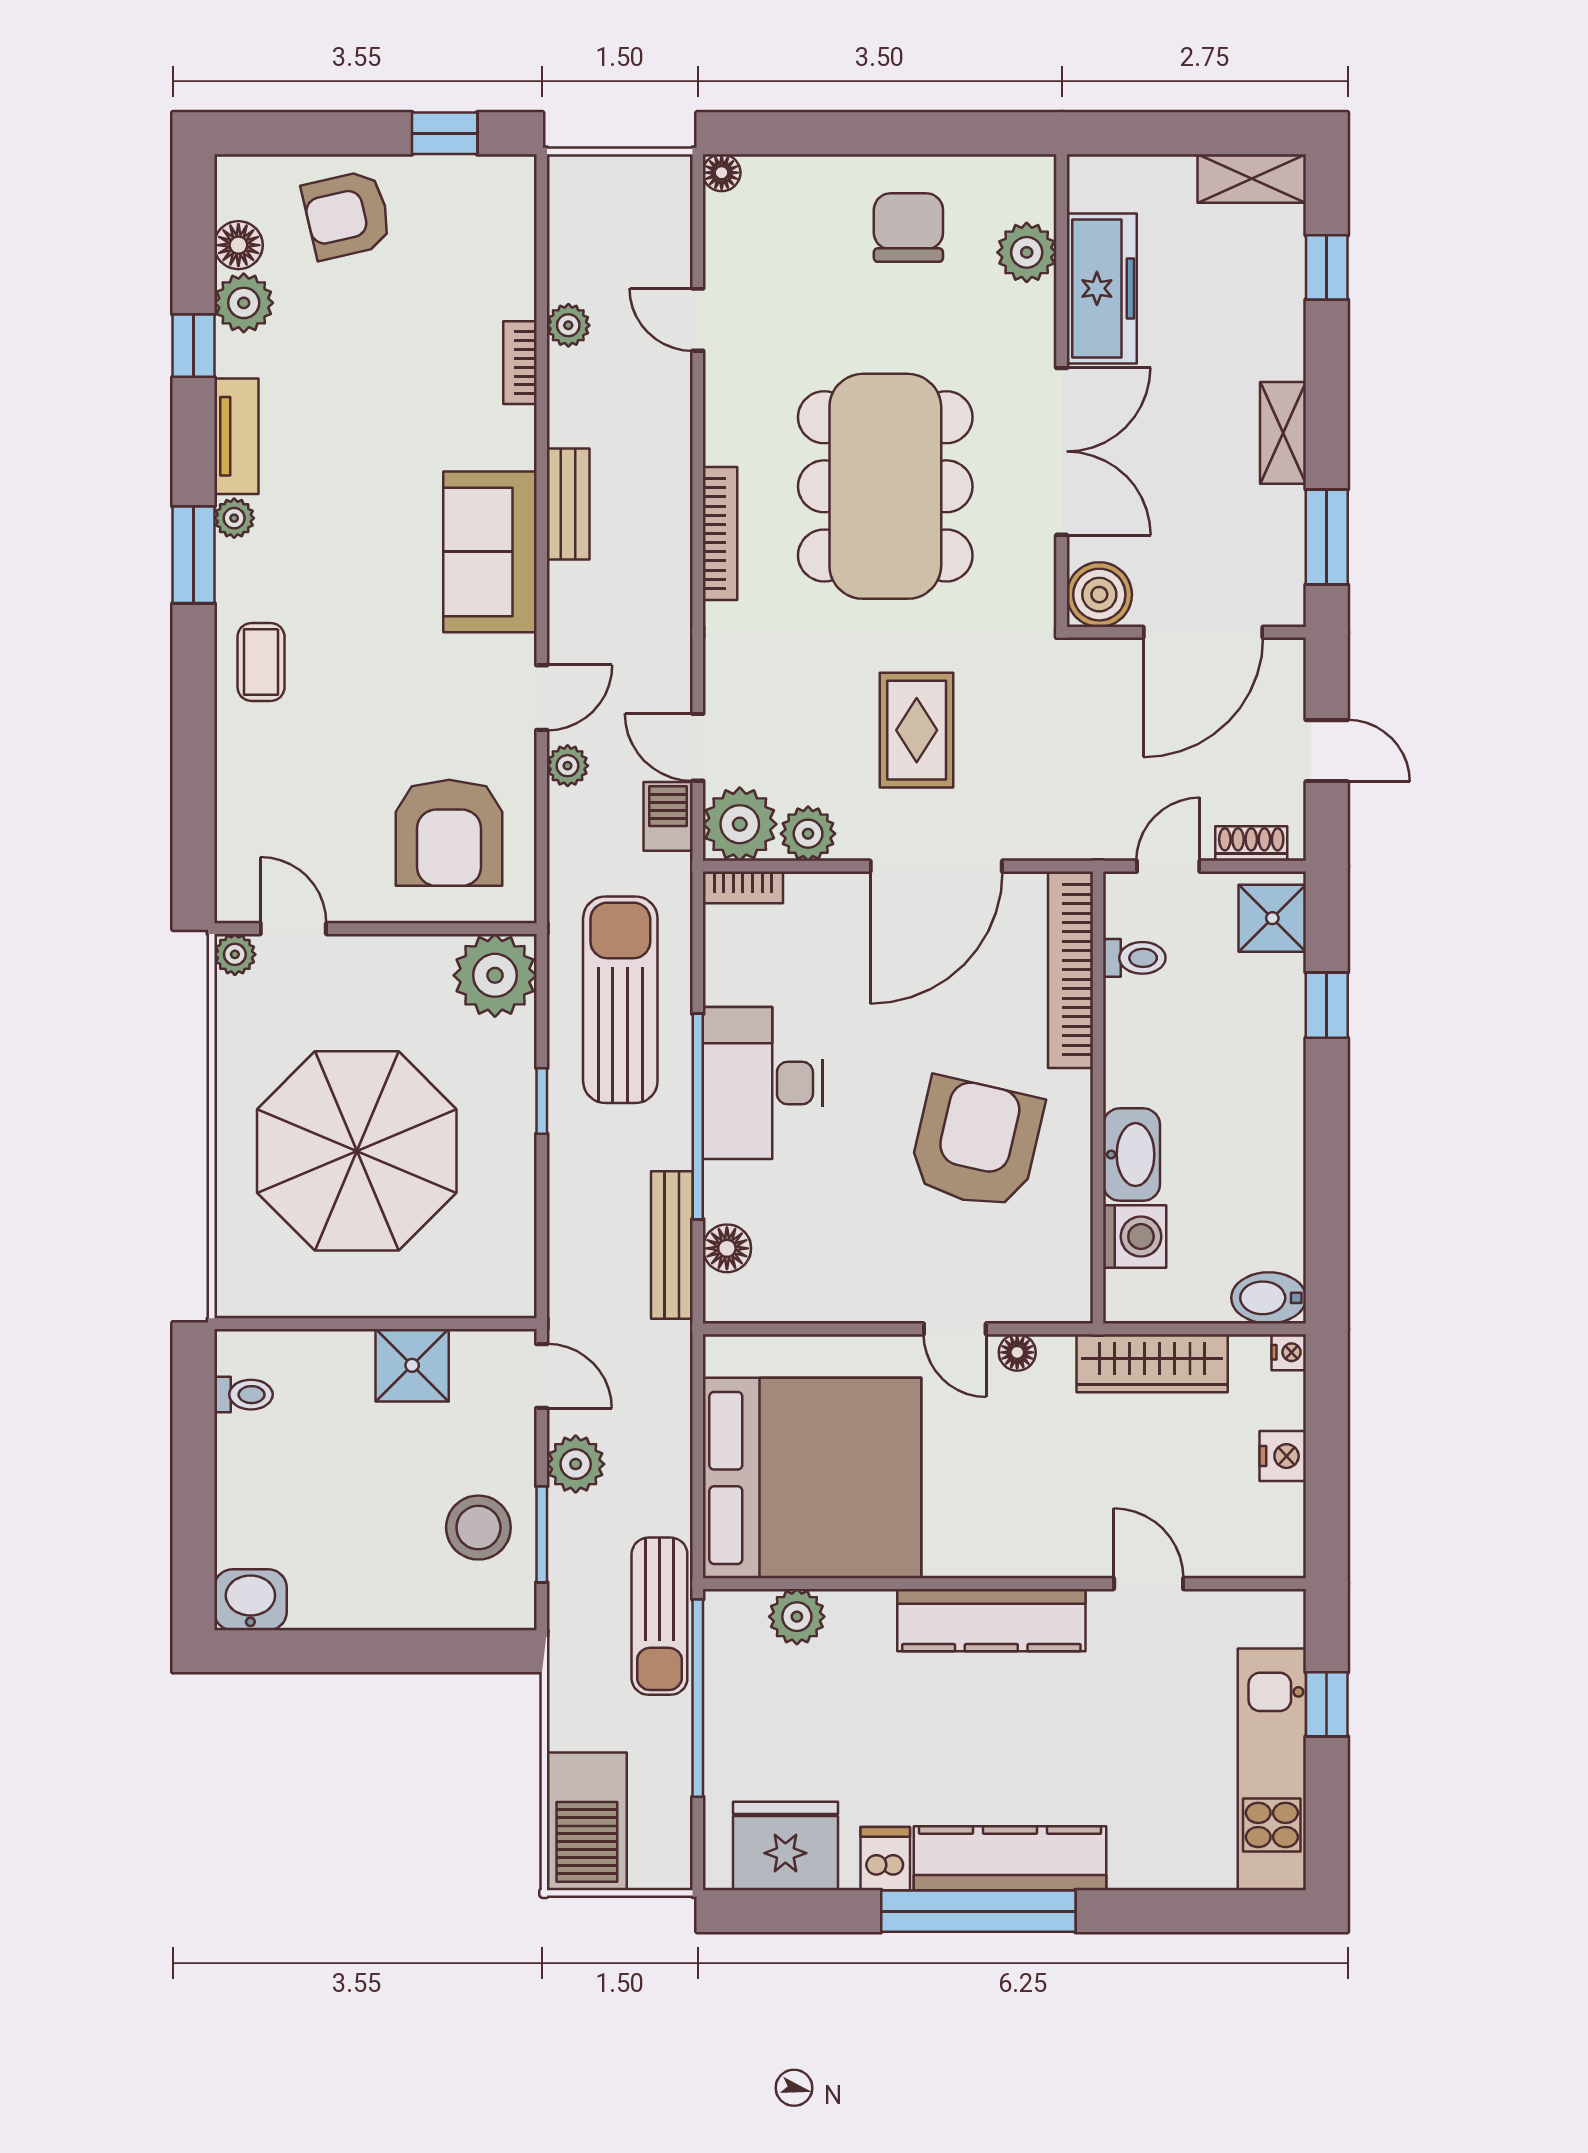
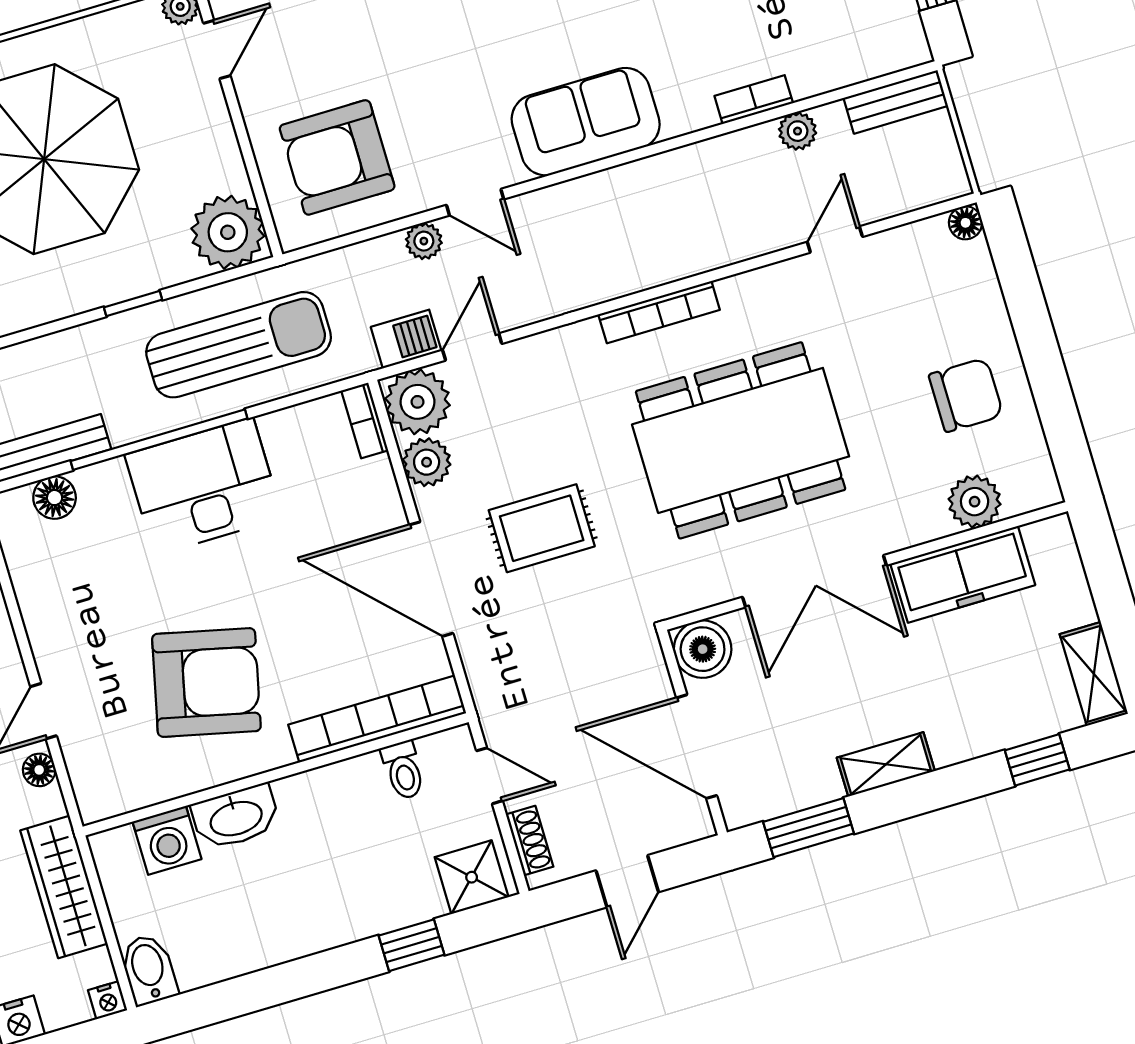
bench: (568, 504) -> (896, 102), moved

